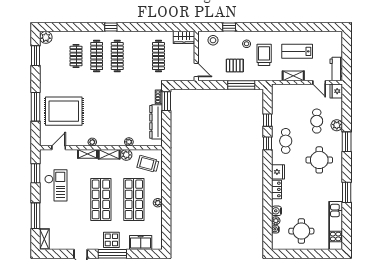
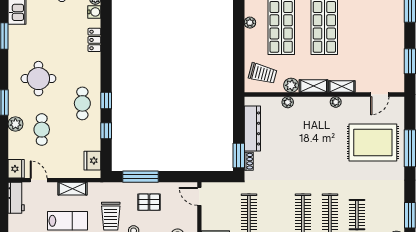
fridge: (278, 172) -> (92, 161), moved
checkout: (56, 185) -> (383, 45), removed

